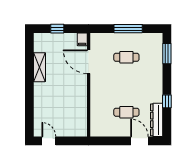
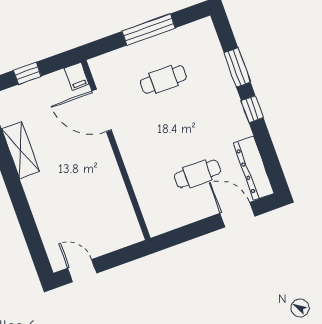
window: (167, 54) -> (237, 67), moved
window: (167, 101) -> (252, 109), moved

